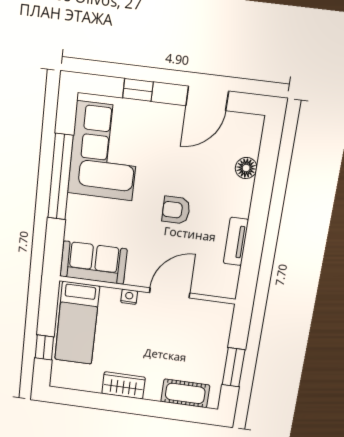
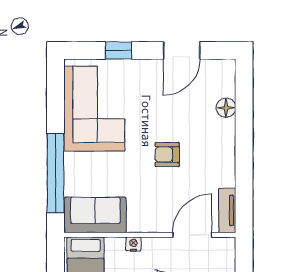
window: (60, 177) -> (56, 173), moved
tv unit: (236, 241) -> (227, 210), moved
door: (170, 293) -> (192, 235), moved

